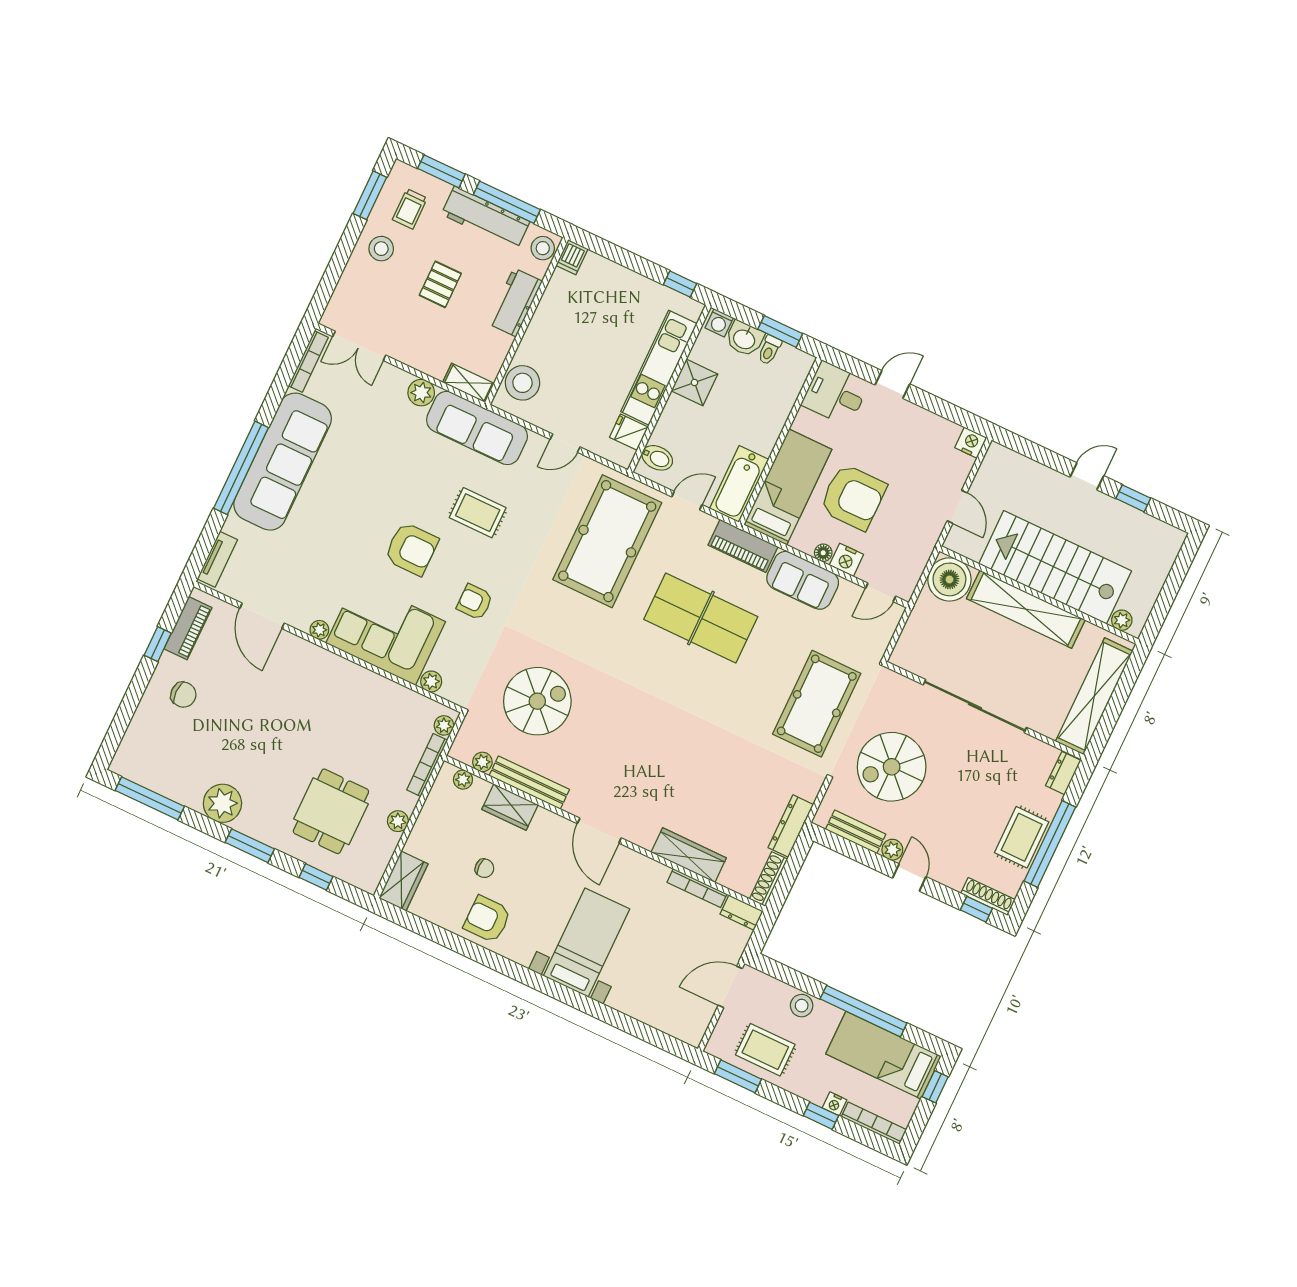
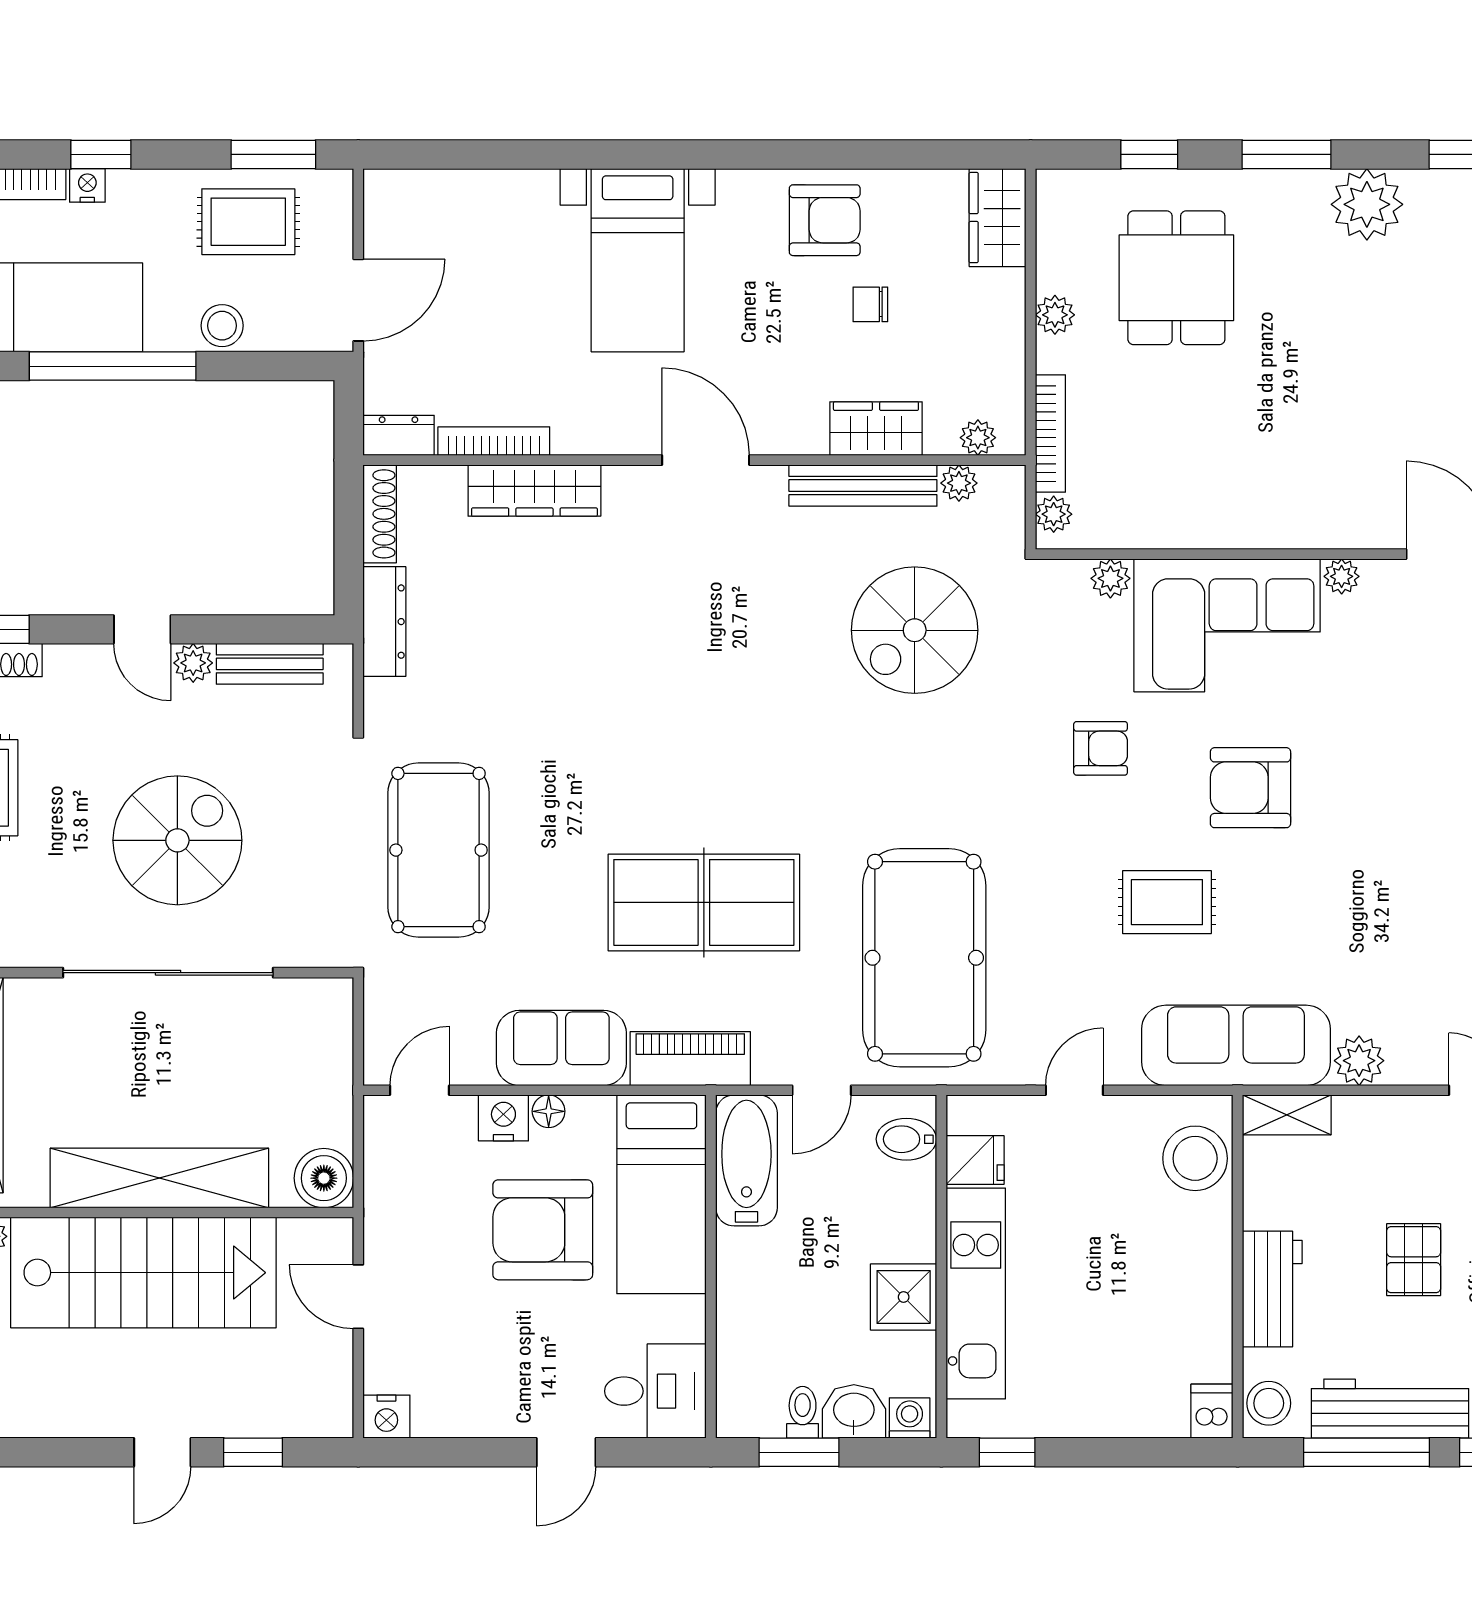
window: (1133, 498) -> (253, 1452), moved
boiler: (949, 579) -> (324, 1178), width x0.73, depth x0.73
spiral stairs: (892, 767) -> (177, 840), moved

